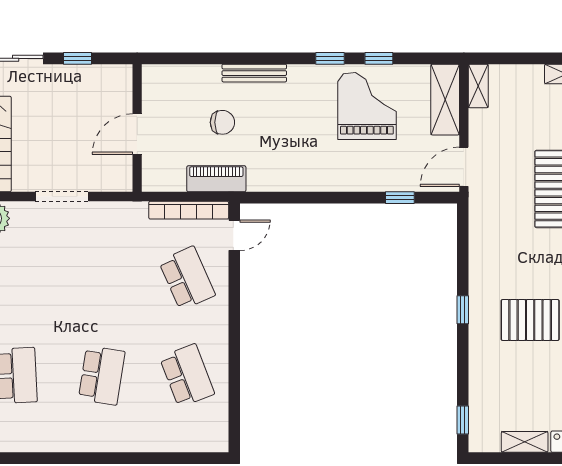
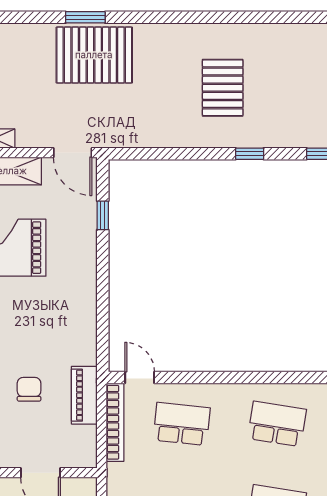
school desk: (187, 278) -> (182, 424), turned 30
window: (463, 310) -> (250, 154), moved
school desk: (187, 375) -> (277, 424), turned 30

